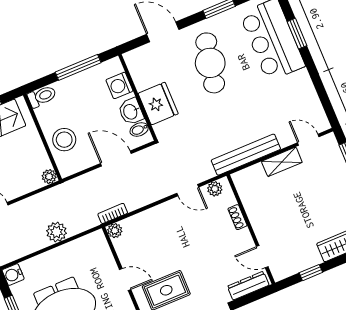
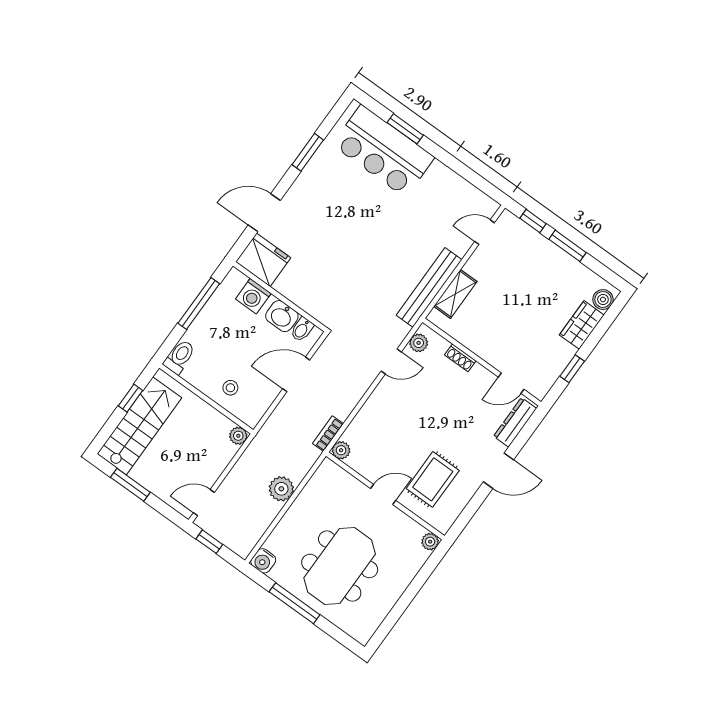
cafe table: (210, 63) -> (333, 215), removed
fridge: (158, 104) -> (263, 260), moved
stool: (64, 140) -> (230, 388), width x0.53, depth x0.53
shelving: (282, 162) -> (455, 294), moved

